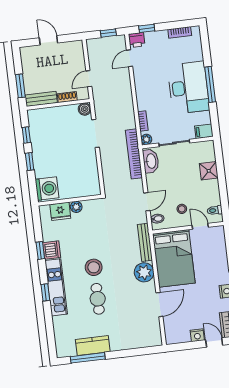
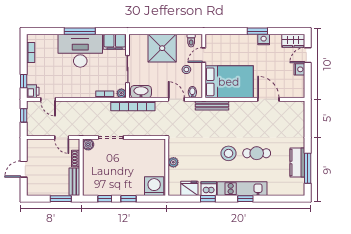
filing cabinet: (204, 131) -> (115, 42), width x2.00
shower: (209, 171) -> (162, 48), width x1.86, depth x1.86
fridge: (60, 211) -> (189, 188), moved, turned -90
plant: (144, 272) -> (238, 109), removed

